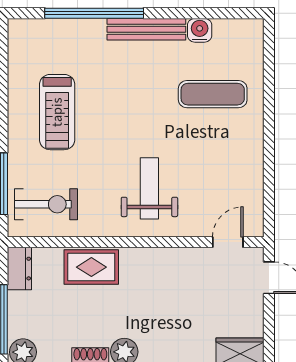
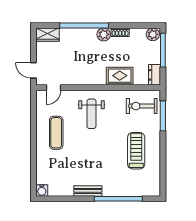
bench: (146, 29) -> (88, 191), width x0.73
water cooler: (200, 30) -> (42, 190), moved
exercise mat: (213, 94) -> (56, 133), moved, turned 90

